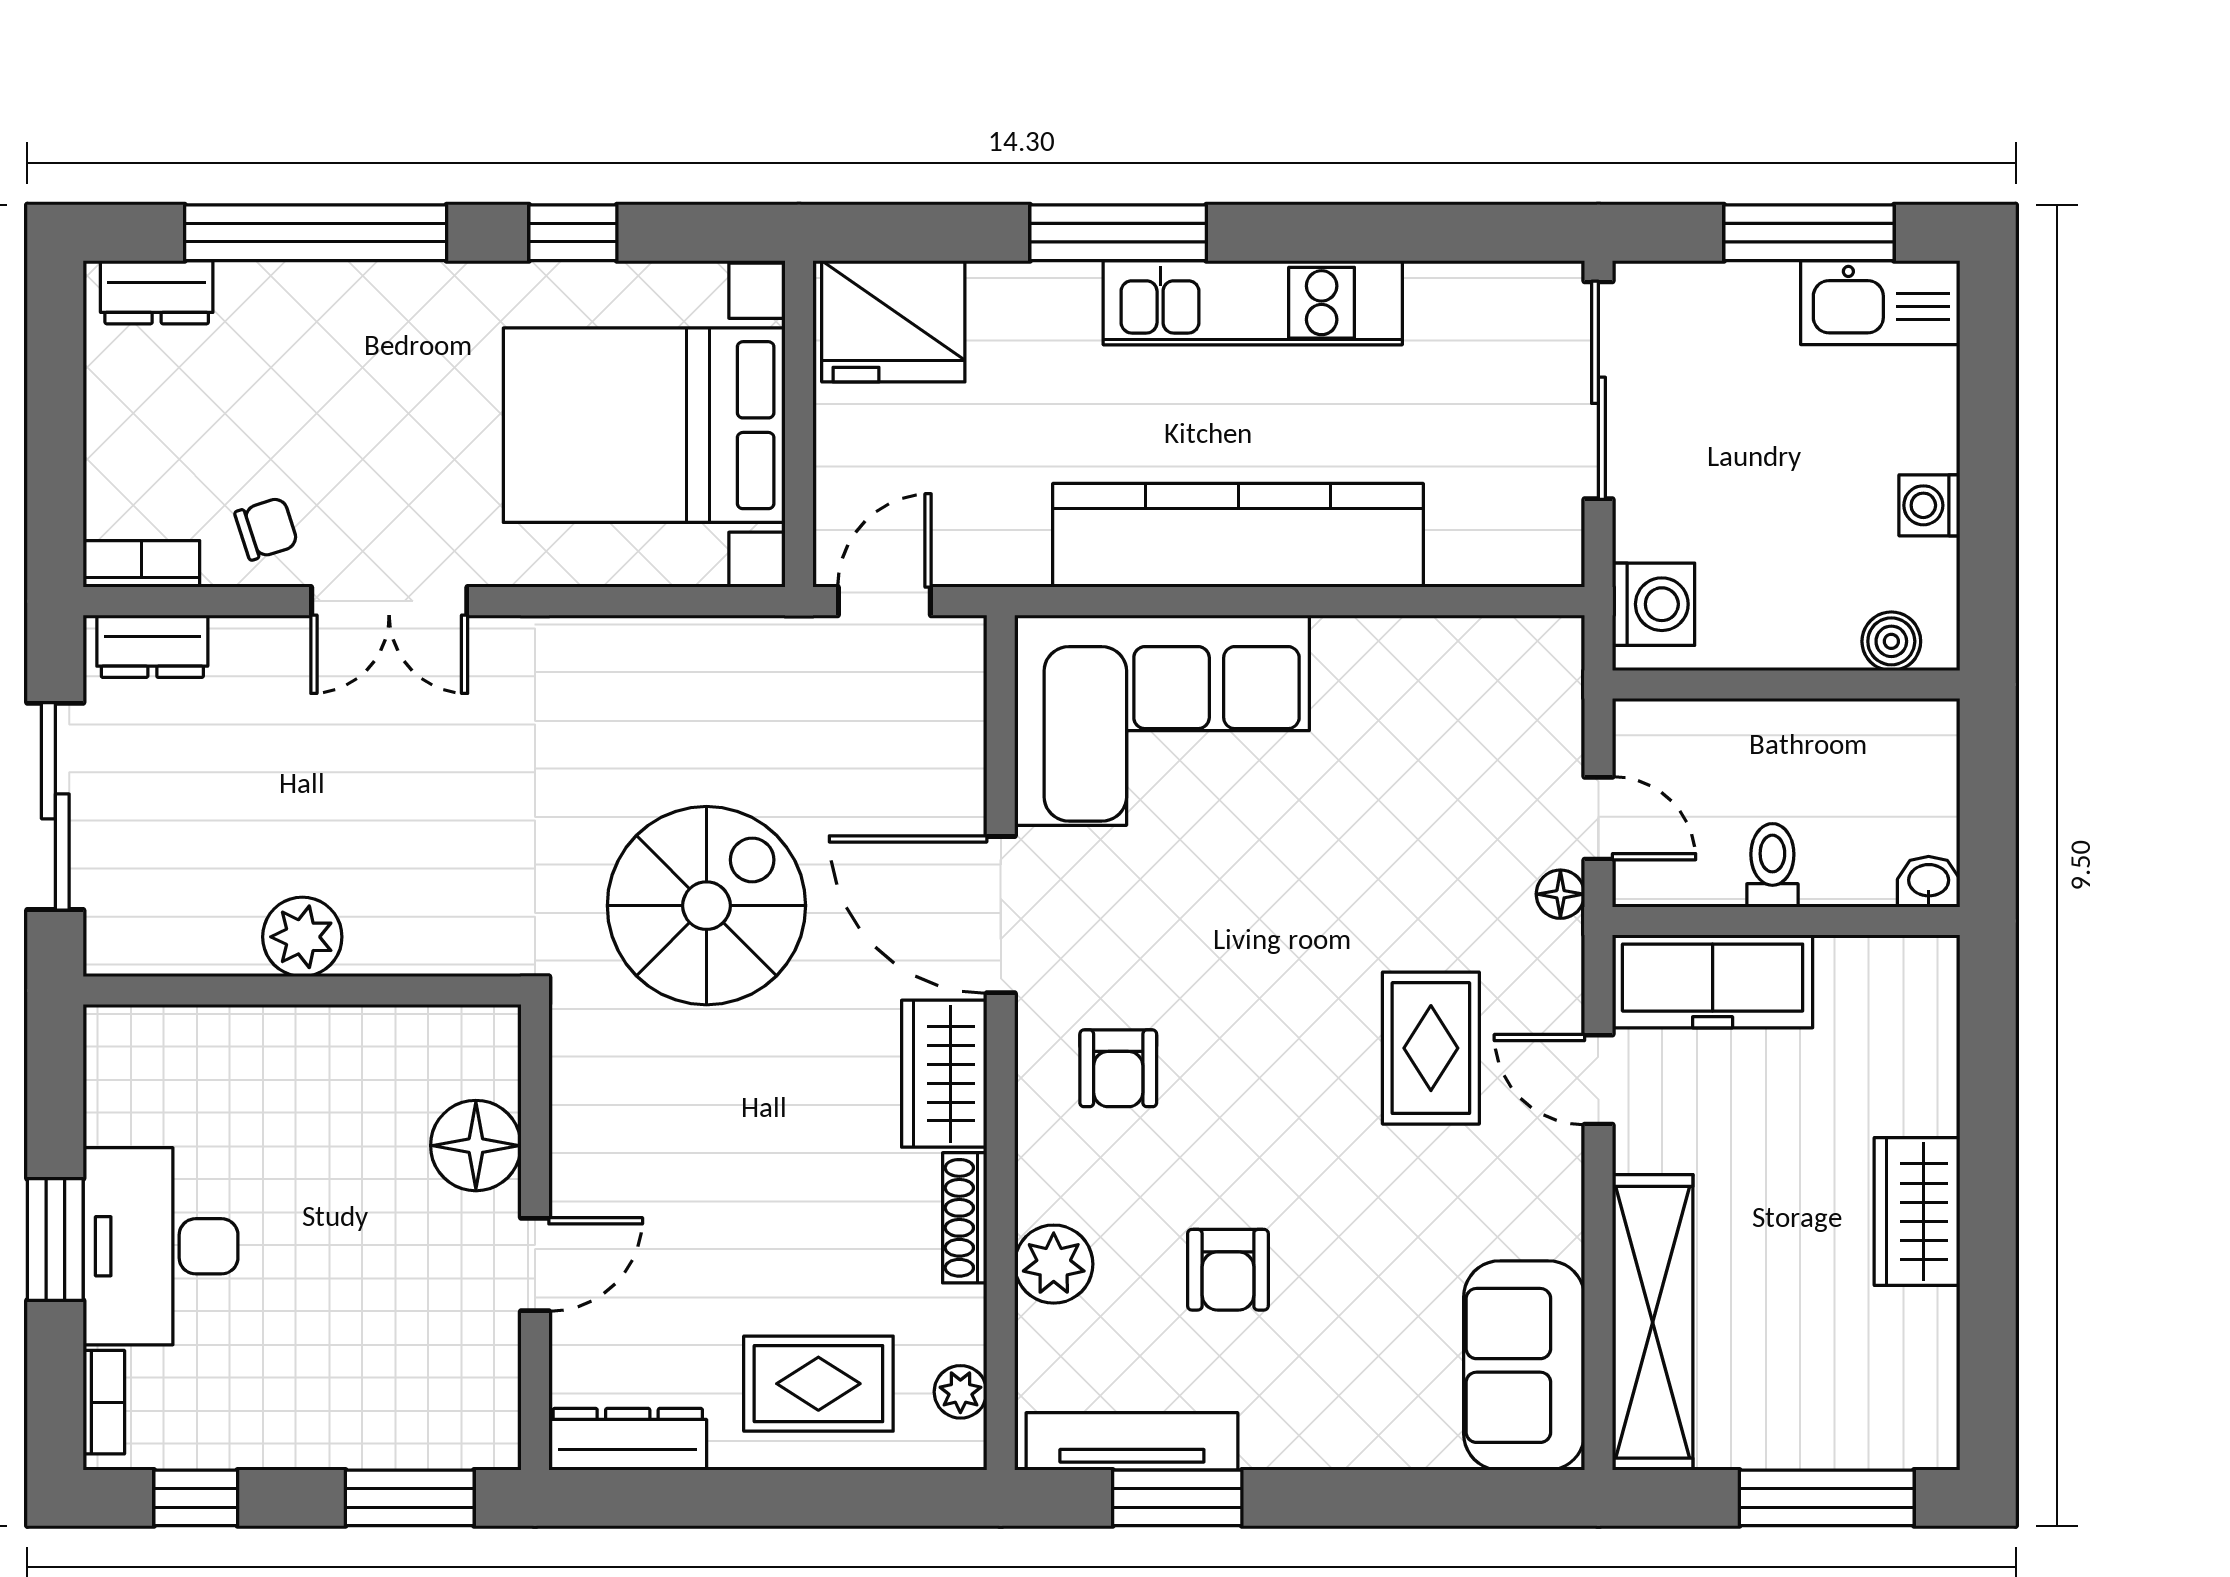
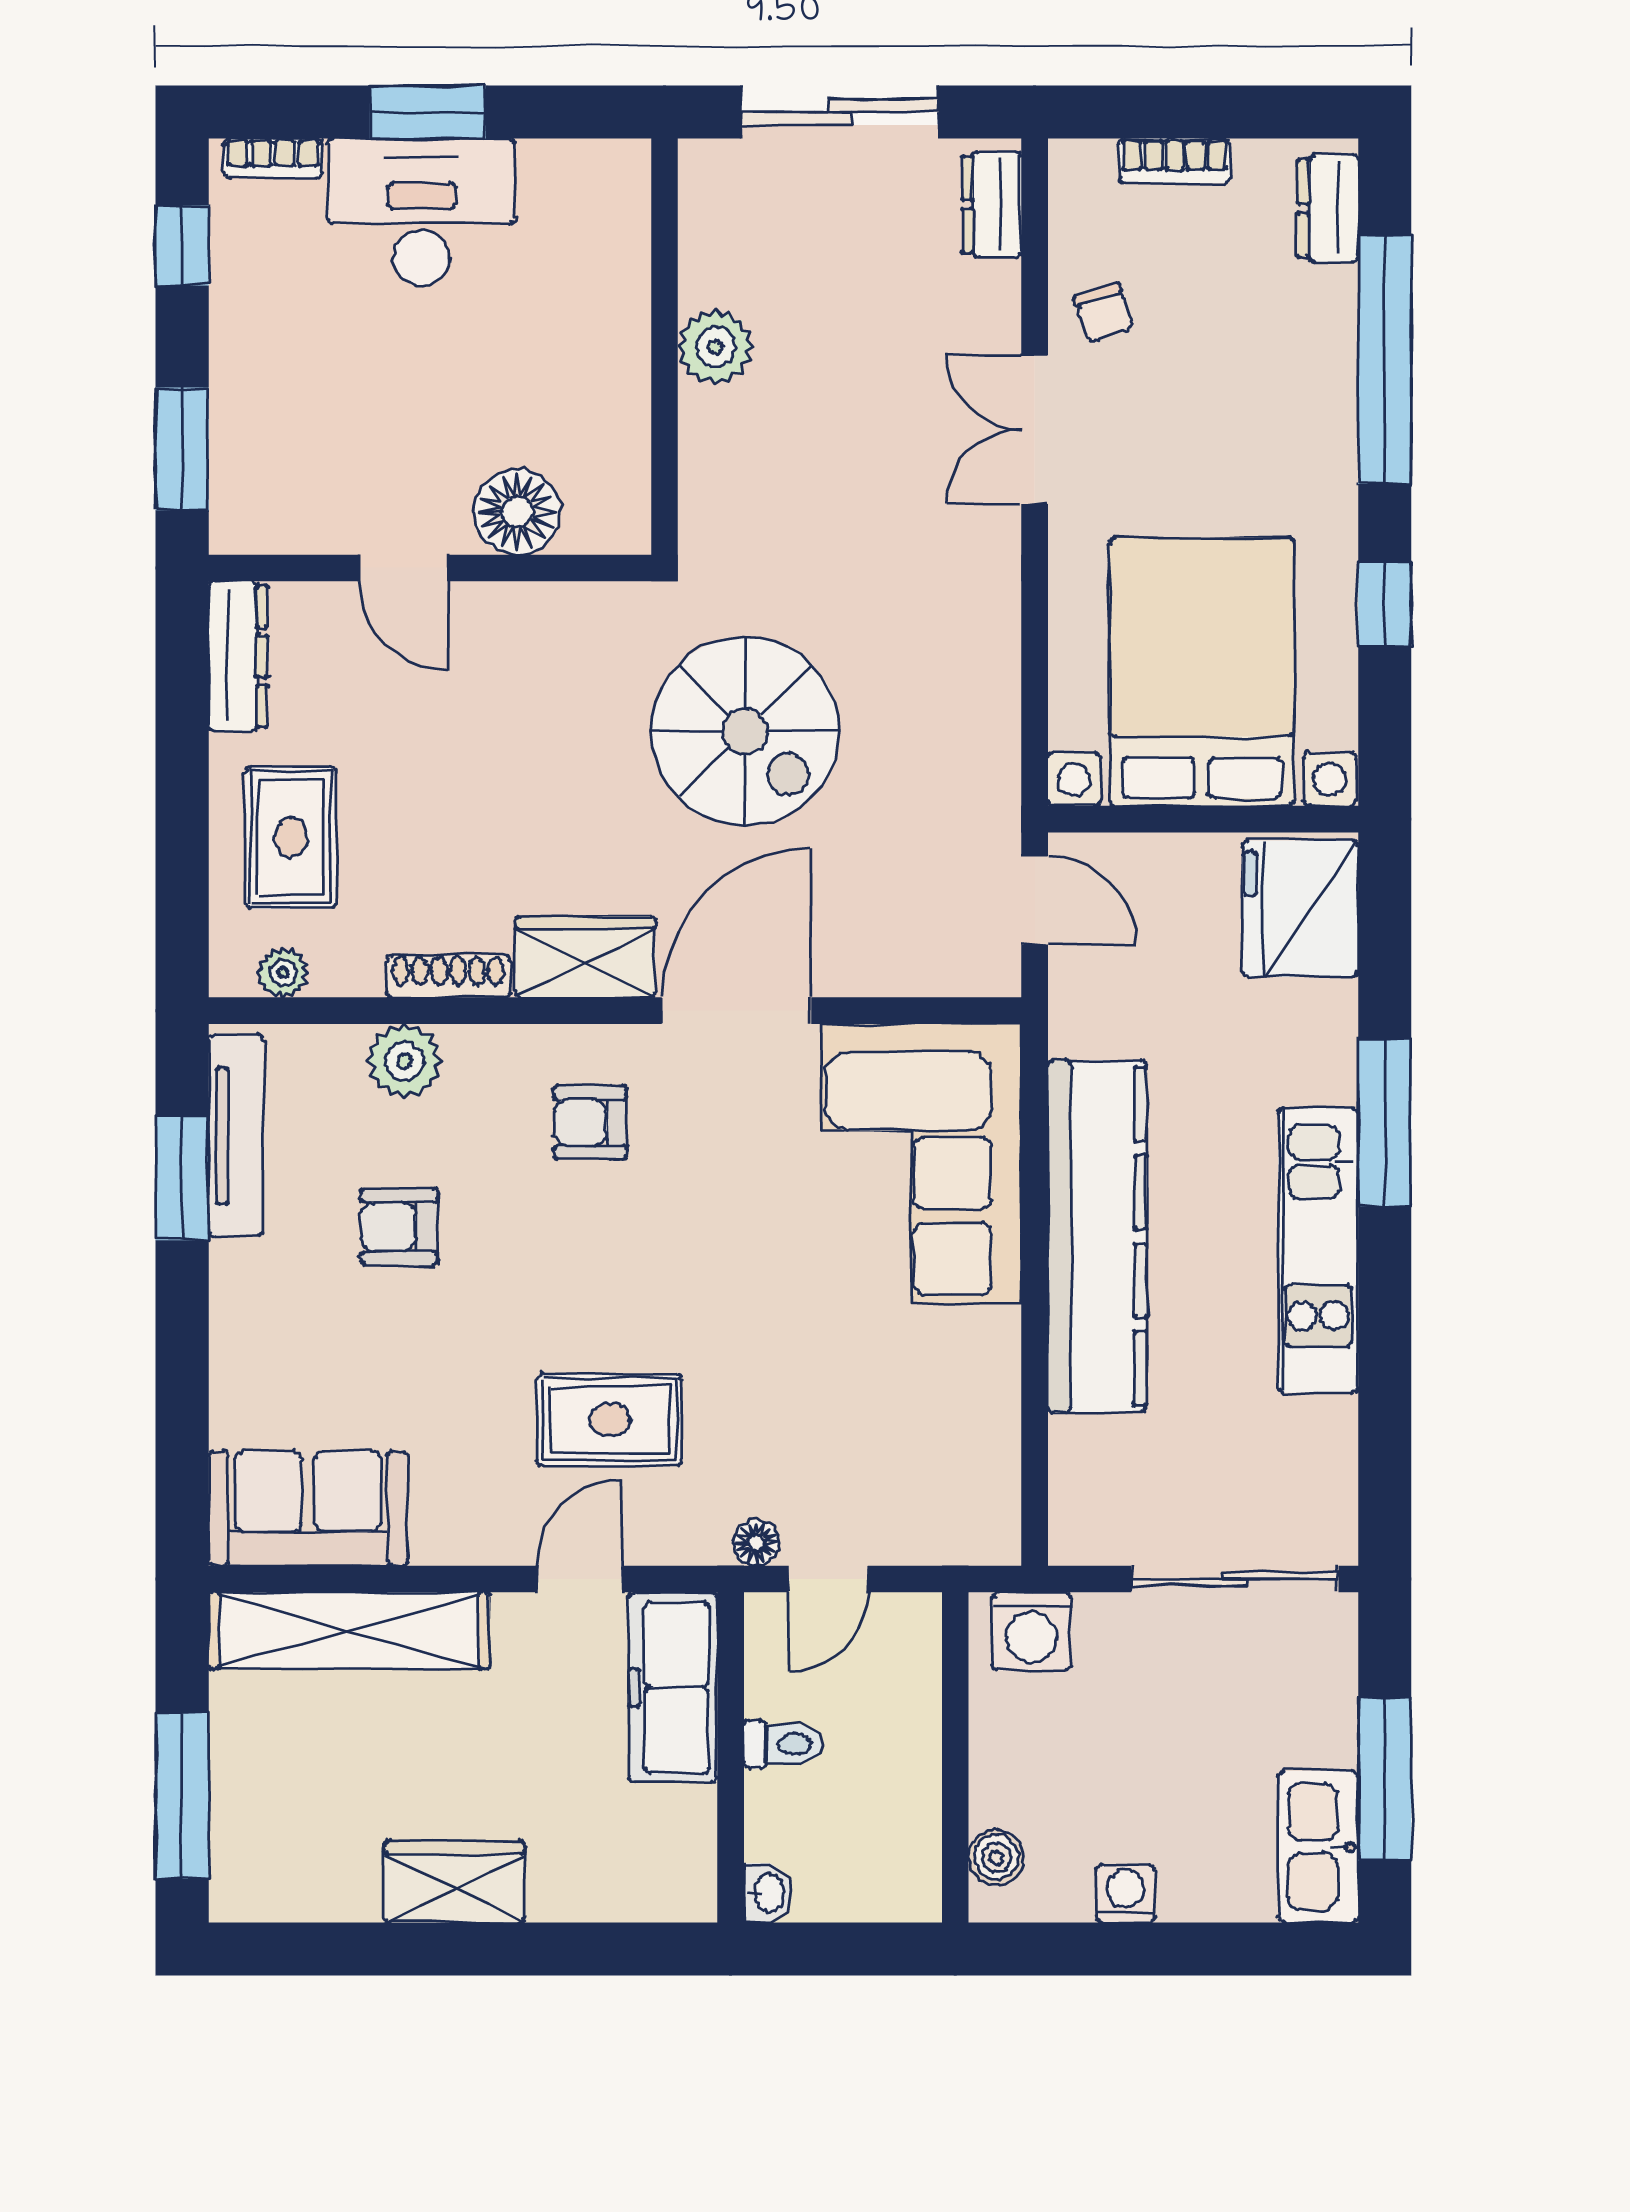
bookcase: (141, 564) -> (1175, 161), moved, turned 90

